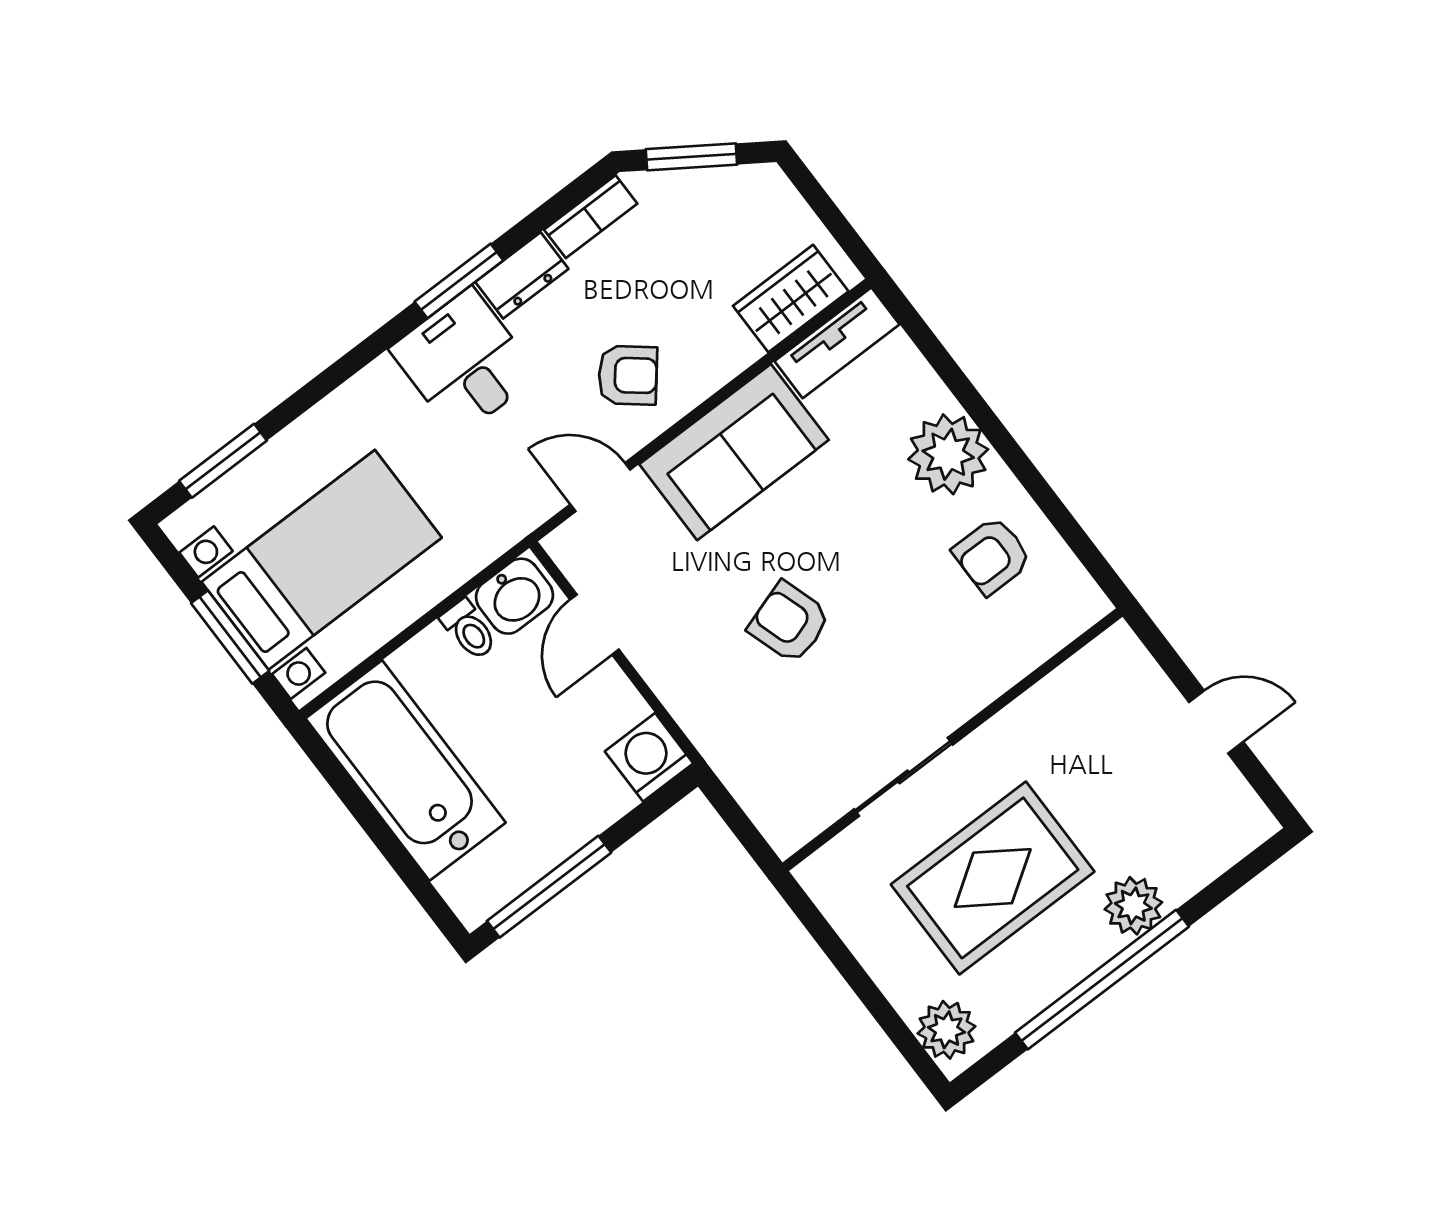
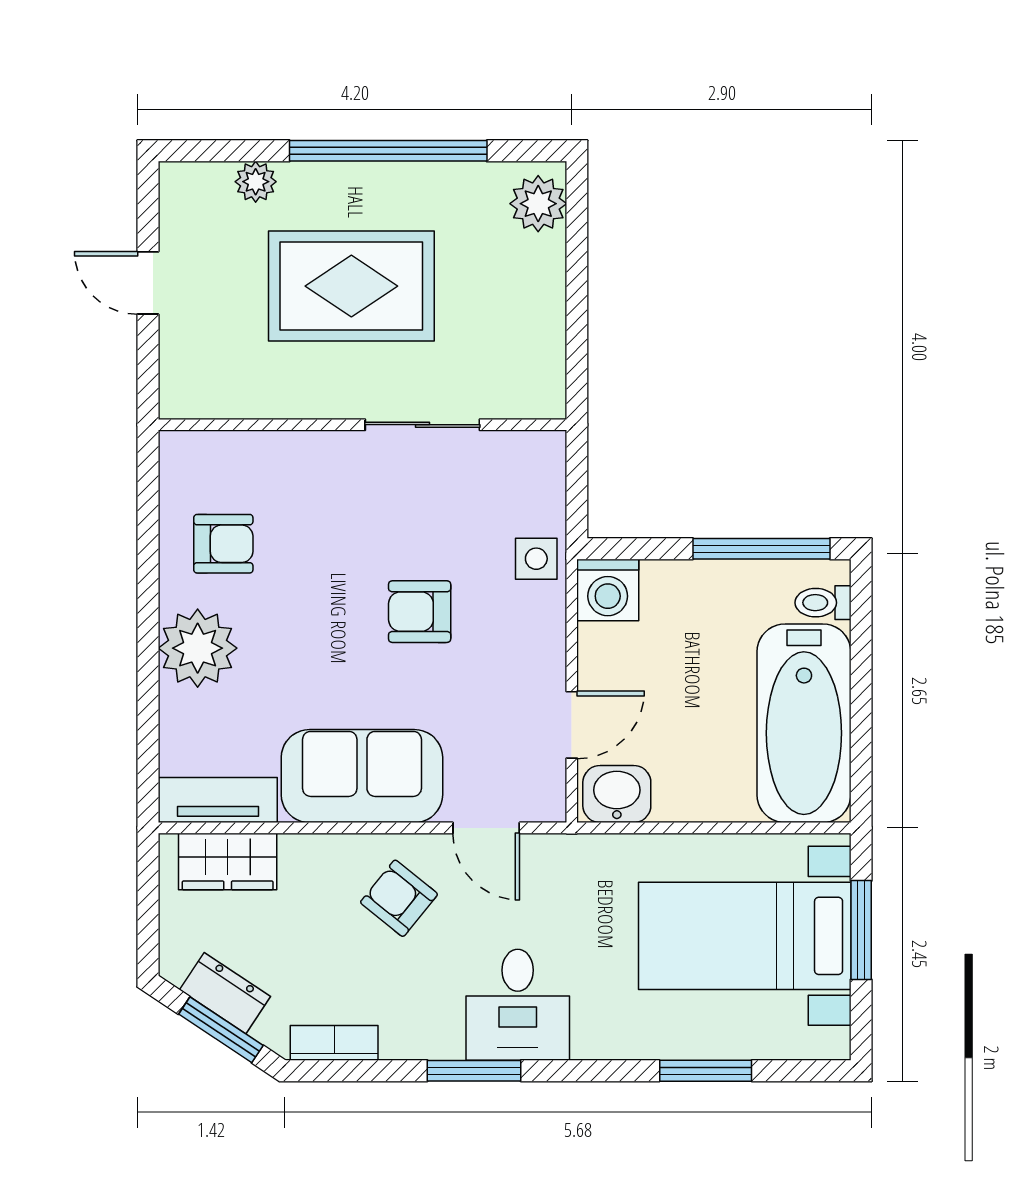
dresser: (522, 275) -> (225, 993), moved, turned 34
window: (223, 461) -> (706, 1071), moved
armchair: (789, 622) -> (420, 612), turned 108
toilet: (469, 630) -> (823, 603), moved, turned -90
side table: (727, 738) -> (536, 559), added
rug: (993, 878) -> (351, 286), moved
plant: (1133, 906) -> (256, 182), moved, width x0.73, depth x0.73

